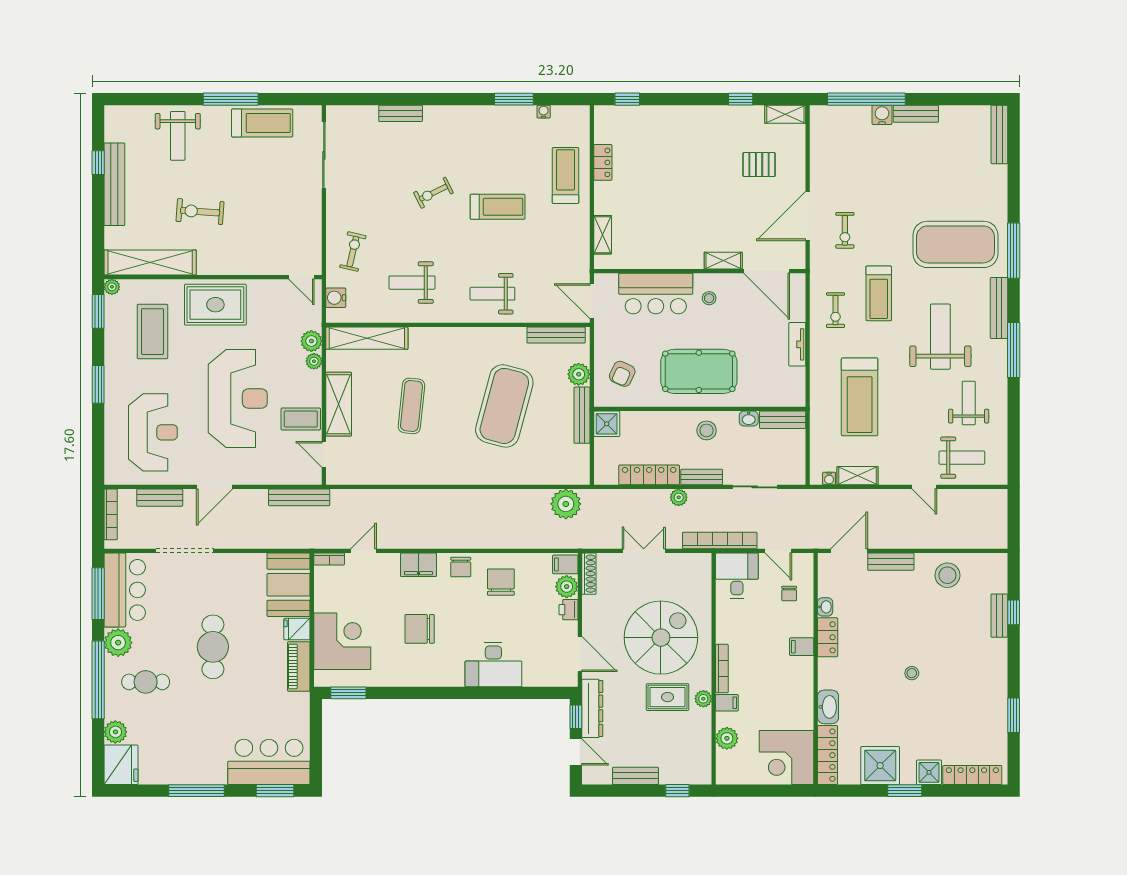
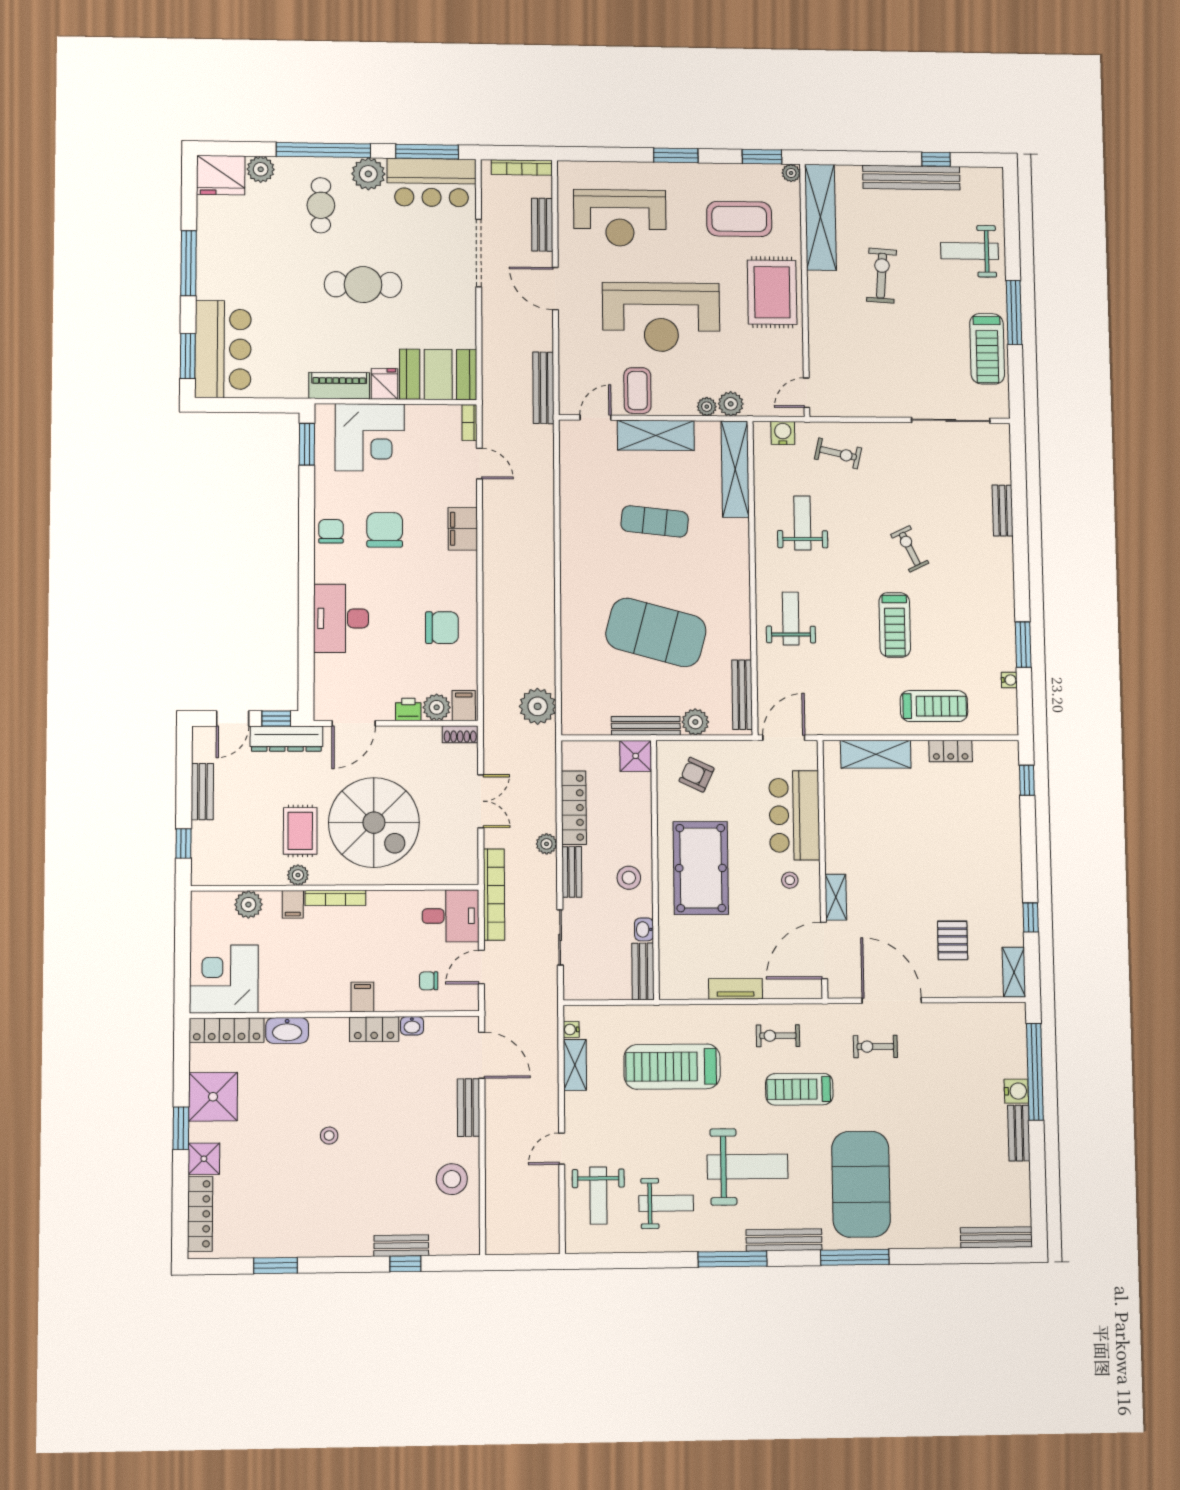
shelving: (603, 235) -> (876, 754), width x1.50, depth x1.33
chair: (461, 567) -> (331, 531), moved, turned 90
shoe rack: (589, 574) -> (460, 734), width x0.70

